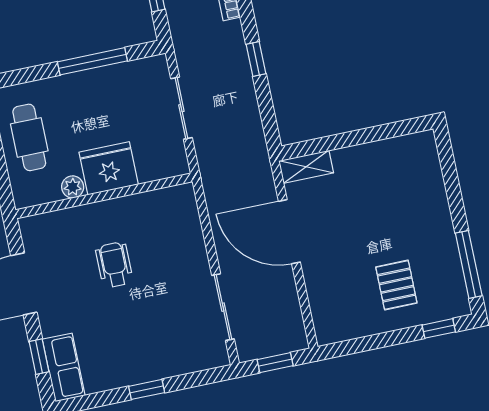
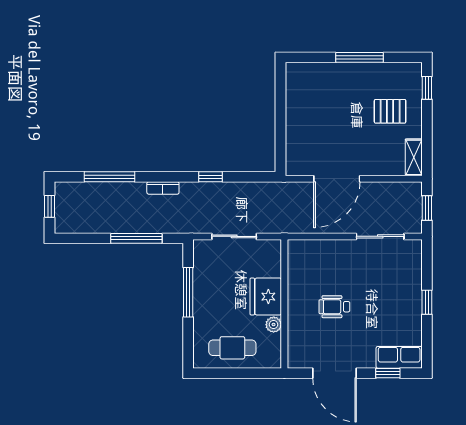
shelving: (306, 167) -> (414, 157), moved
window: (469, 264) -> (360, 57), moved

